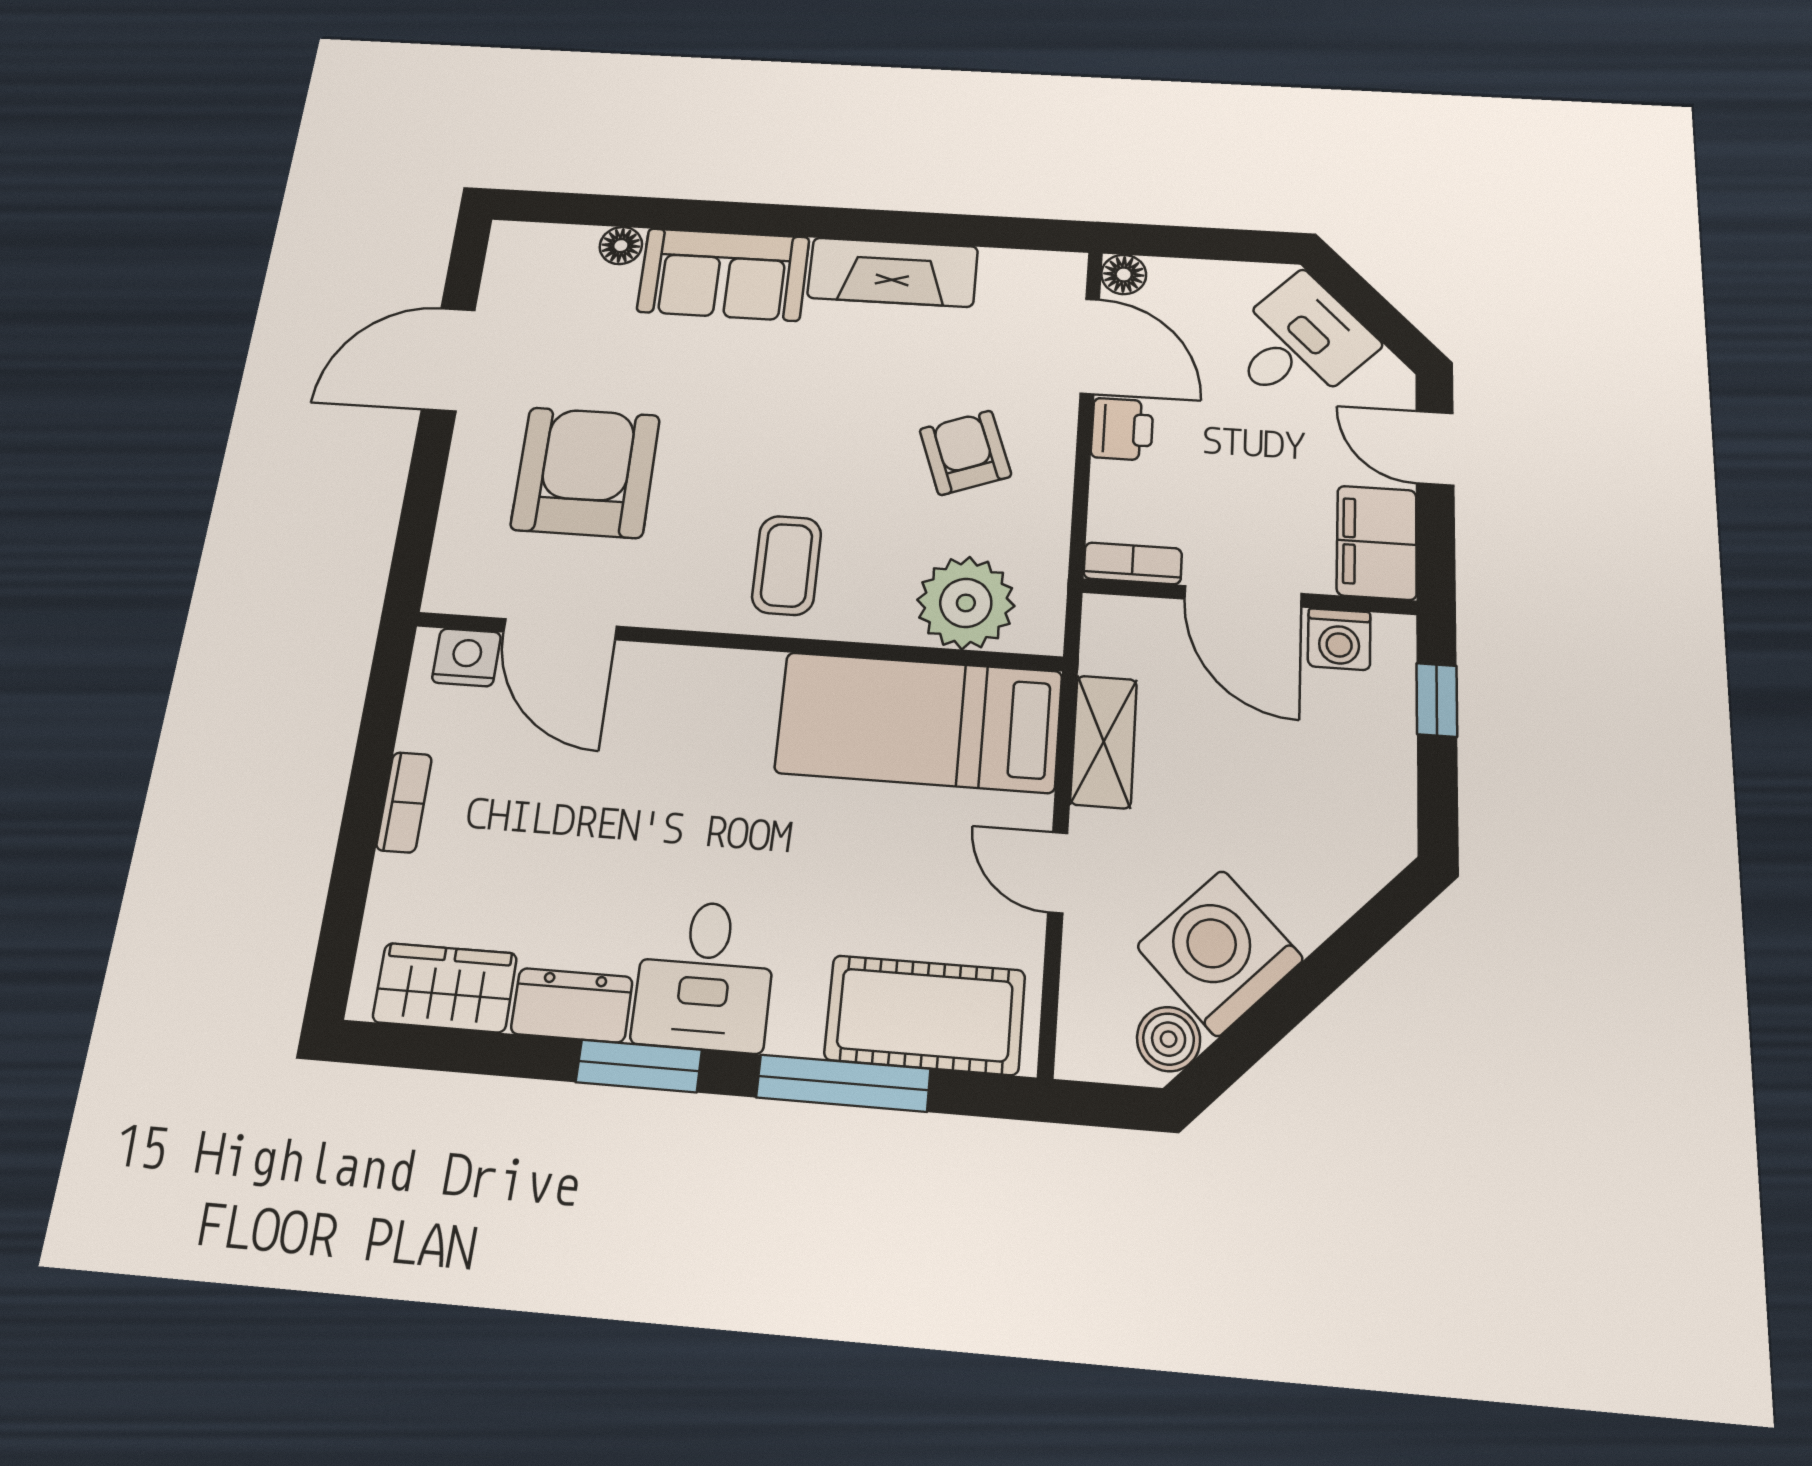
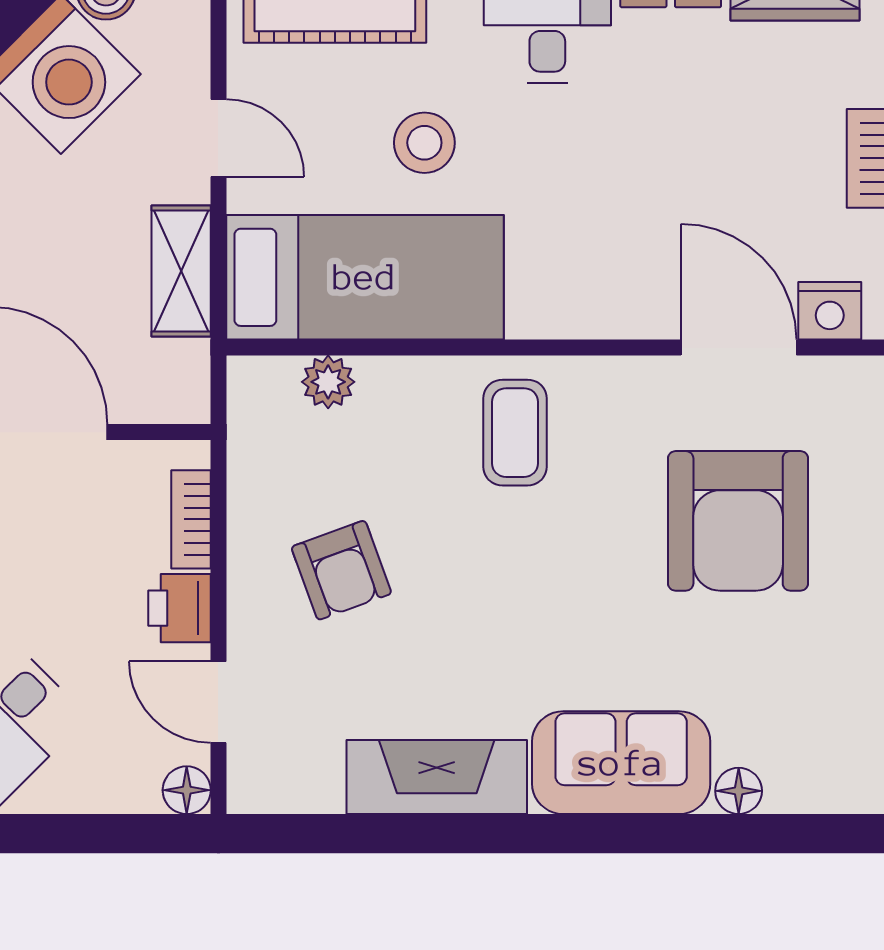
door: (1090, 346) -> (218, 702), width x0.73
bookcase: (1133, 563) -> (191, 519), moved, turned 90
plant: (966, 603) -> (328, 382), width x0.53, depth x0.53
stool: (846, 852) -> (424, 143), added

